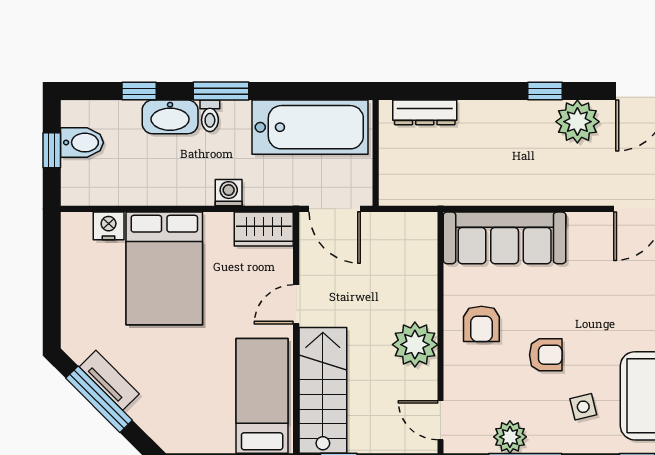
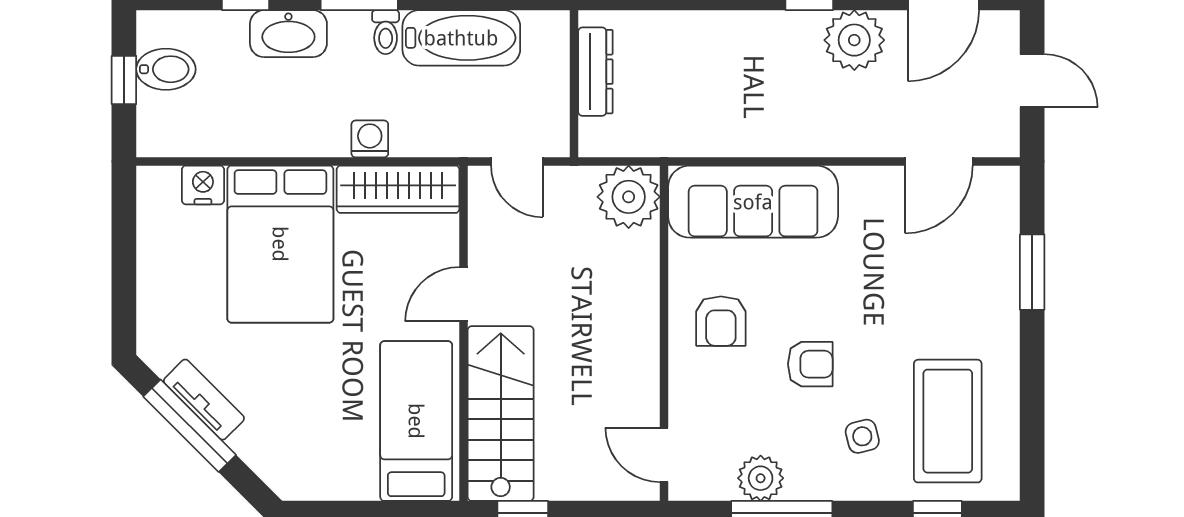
dresser: (425, 112) -> (595, 72), moved, turned -90
toilet: (210, 116) -> (386, 32), moved
bathtub: (310, 127) -> (461, 38), width x0.73, depth x0.73
door: (335, 209) -> (517, 161), width x0.73
wardrobe: (264, 229) -> (398, 189), width x1.50
plant: (415, 345) -> (629, 197), moved

